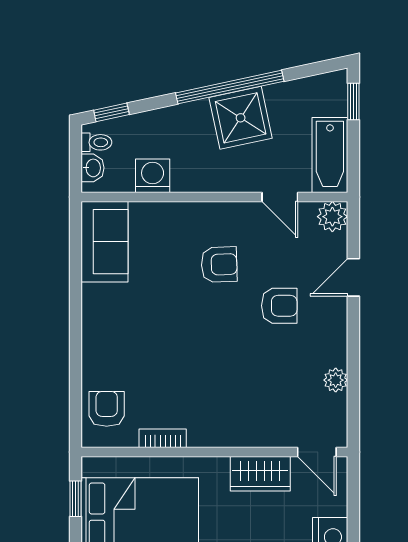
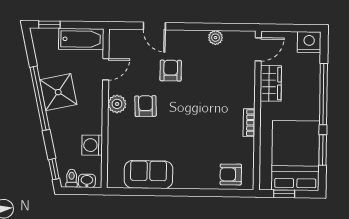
plant: (332, 217) -> (117, 104), moved
sofa: (105, 242) -> (148, 175), moved
bookcase: (163, 438) -> (249, 123), moved

